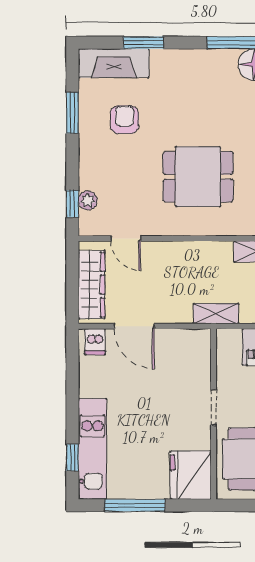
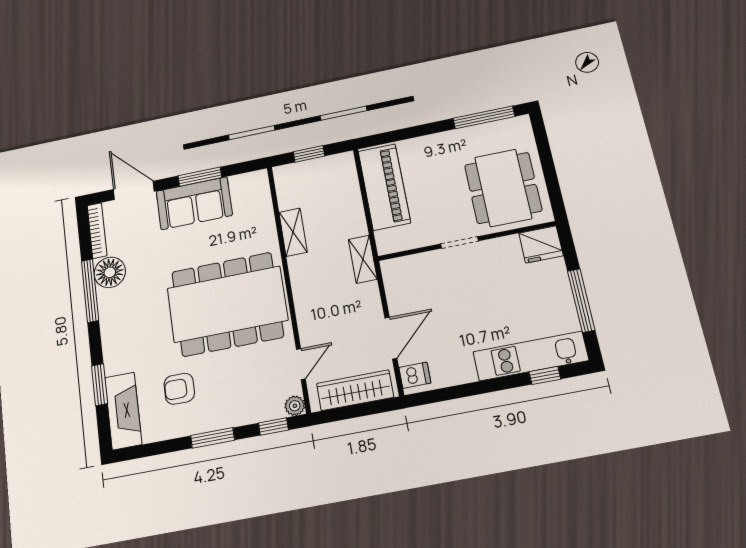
window: (72, 113) -> (213, 438), moved
dining table: (198, 177) -> (227, 304), width x1.87, depth x1.24
plant: (88, 200) -> (295, 406), moved
fridge: (191, 475) -> (541, 244), width x0.73, depth x0.75

